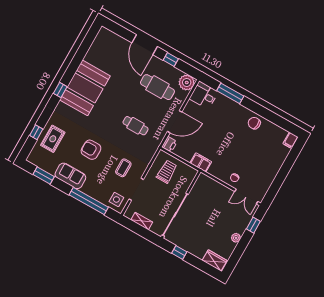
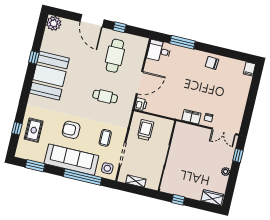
plant: (187, 82) -> (54, 23), moved
cafe table: (157, 87) -> (115, 56), turned 90
window: (60, 90) -> (34, 57), moved
filing cabinet: (201, 162) -> (191, 117), moved
sofa: (70, 176) -> (71, 160), width x1.85, depth x1.27

